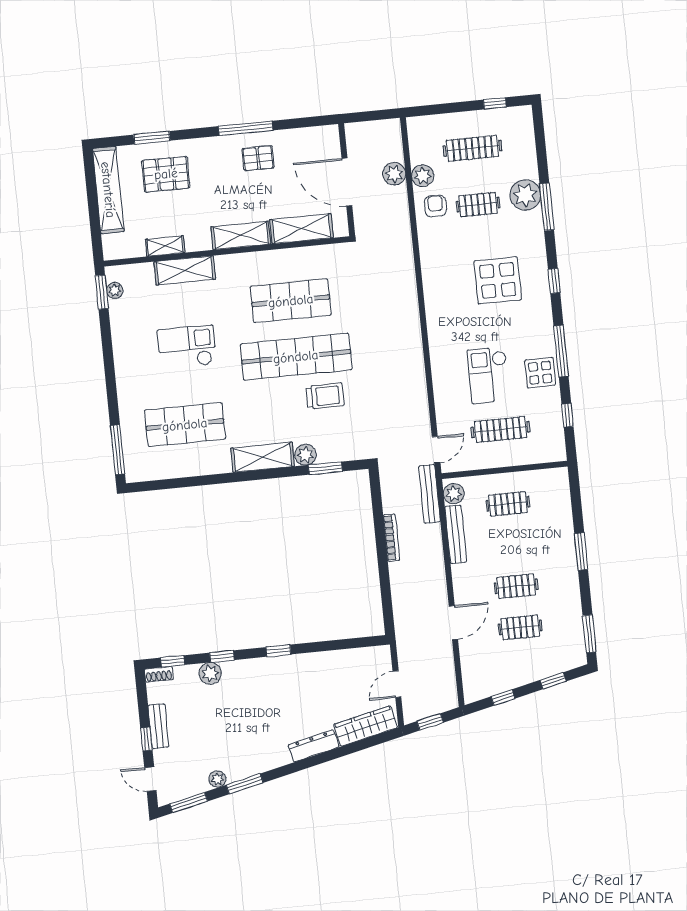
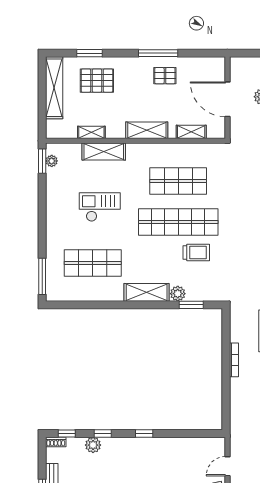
shelving: (301, 229) -> (191, 132), width x0.67, depth x0.75

